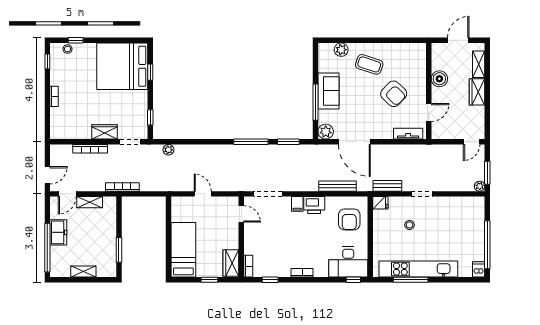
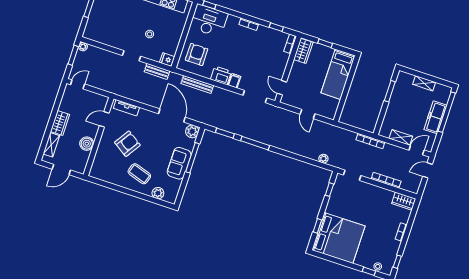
armchair: (394, 94) -> (127, 144), turned 79
wardrobe: (104, 132) -> (404, 201), moved
freezer: (58, 232) -> (435, 117), width x1.40

